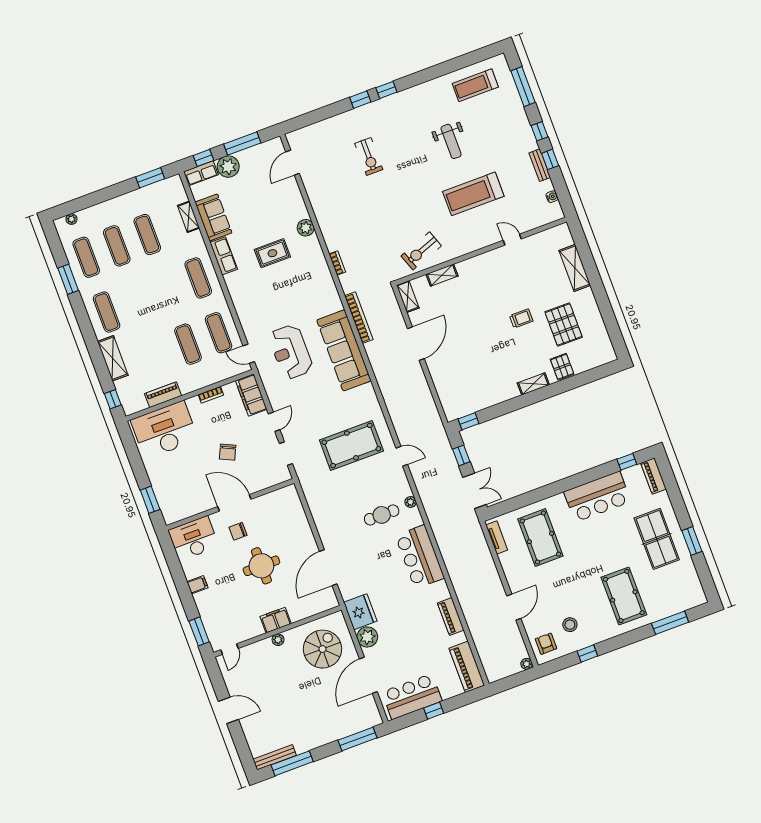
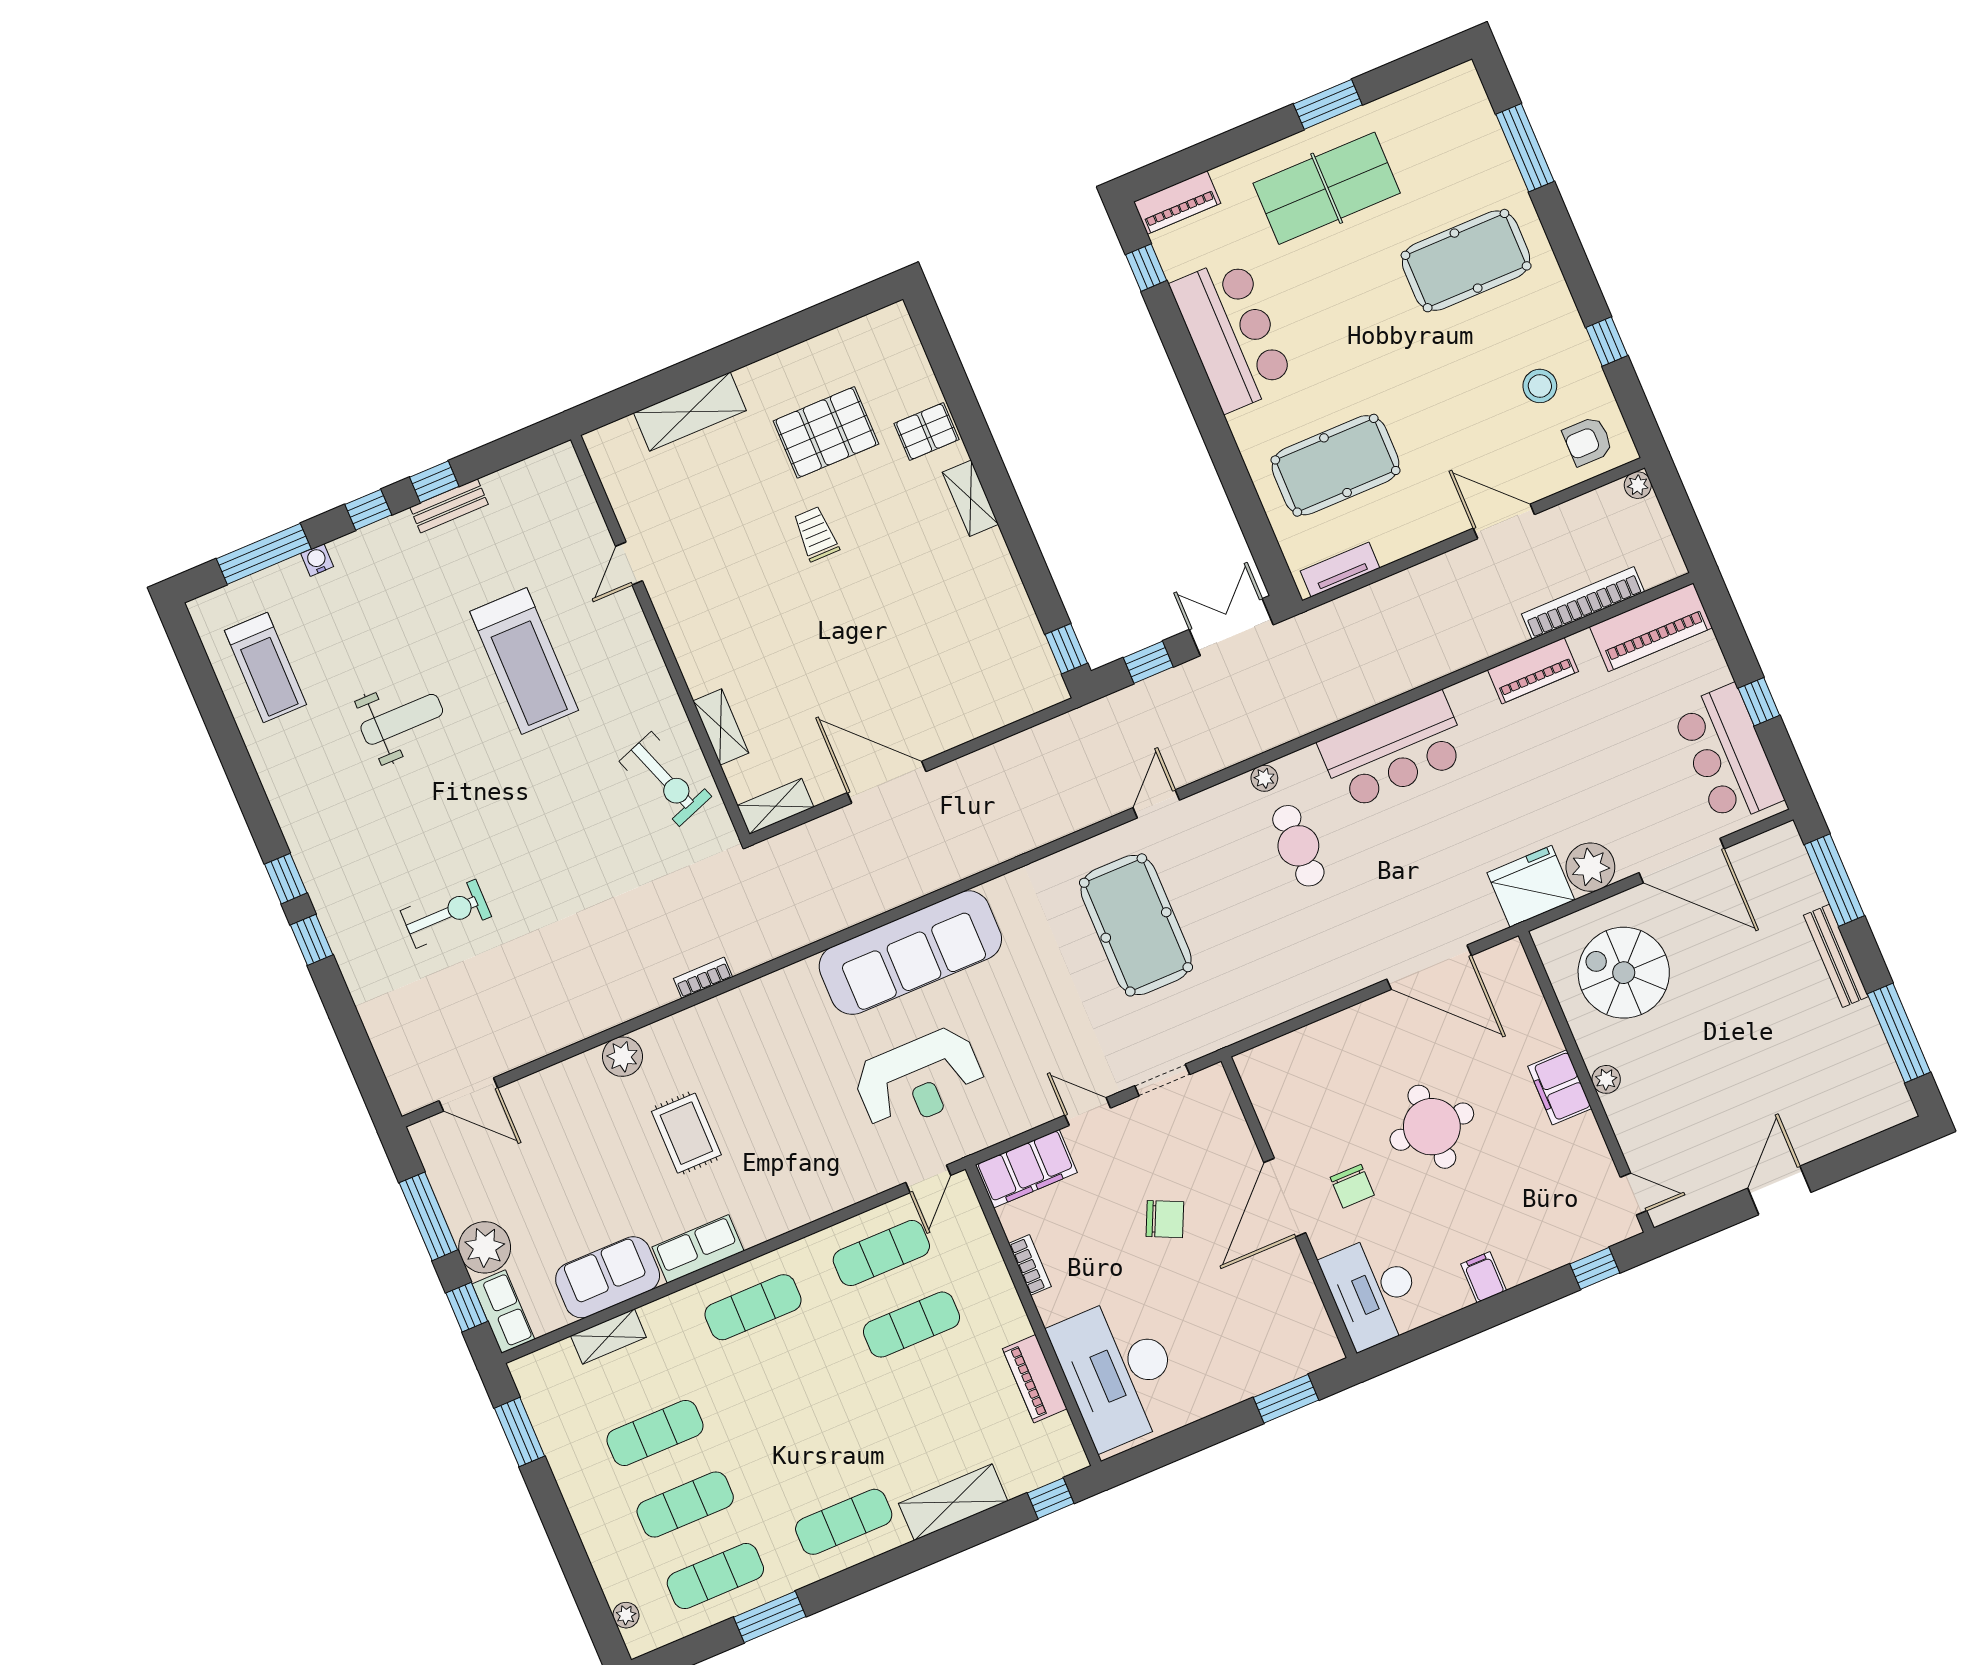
water cooler: (552, 197) -> (317, 560), moved
bookcase: (359, 318) -> (1583, 603), moved
window: (199, 631) -> (1595, 1268), width x0.67
bench: (275, 757) -> (1836, 956), moved

